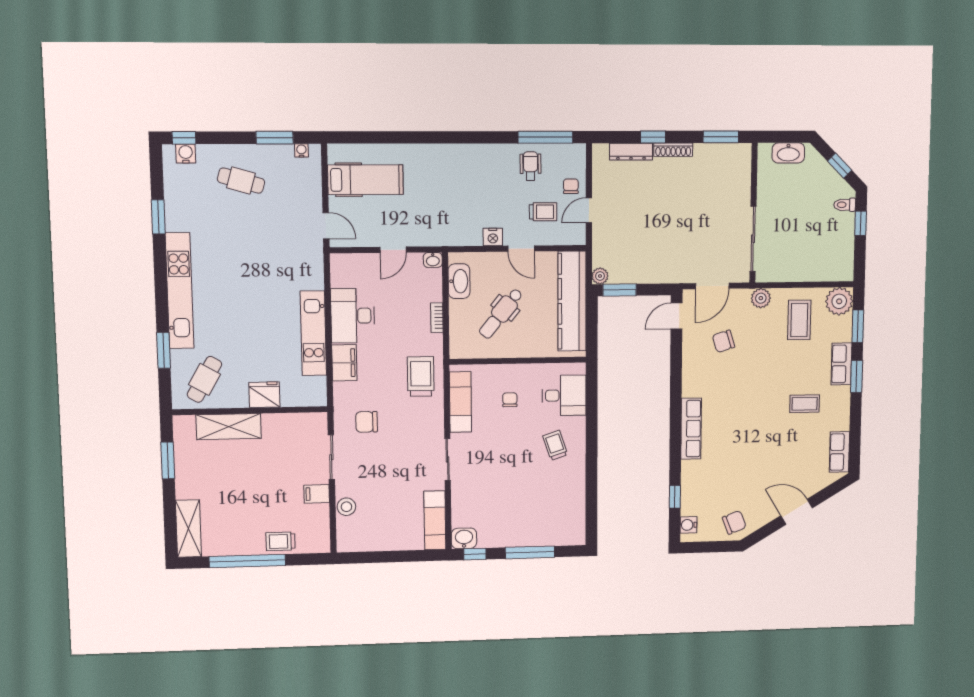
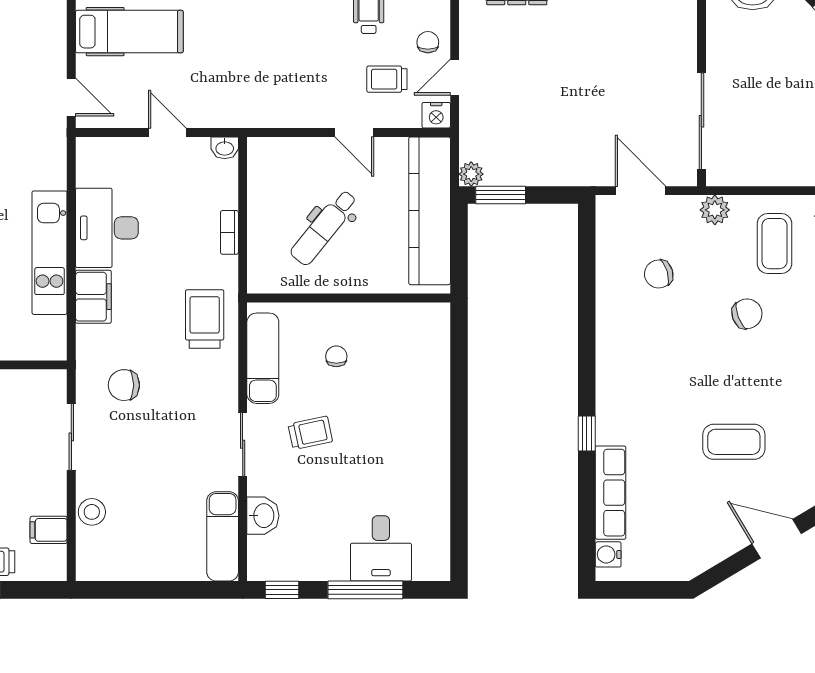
trolley: (543, 212) -> (387, 79), turned 180
nightstand: (493, 237) -> (436, 115), moved
door: (393, 250) -> (167, 133), swing flipped
washbasin: (459, 281) -> (263, 179), removed
door: (712, 286) -> (640, 191), swing flipped
door: (677, 316) -> (587, 235), removed
desk: (564, 395) -> (381, 548), moved, turned 90
coffee table: (805, 404) -> (734, 442), moved, width x1.36, depth x1.30
row of seats: (691, 429) -> (611, 493), moved
trolley: (555, 445) -> (310, 433), moved, turned 96
filing cabinet: (317, 494) -> (49, 530), moved
window: (675, 497) -> (587, 434), moved
chair: (734, 522) -> (747, 314), moved
washbasin: (464, 538) -> (263, 516), moved, turned 90

